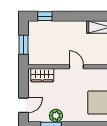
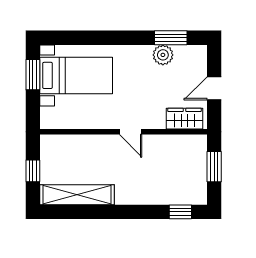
door: (24, 105) -> (214, 88), moved

